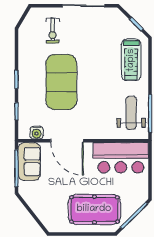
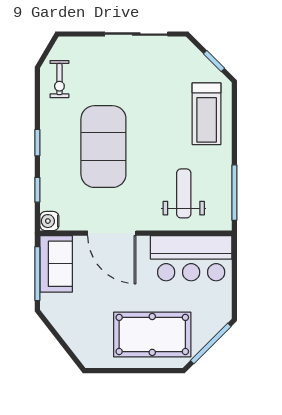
exercise bike: (53, 31) -> (59, 79), moved
weight bench: (131, 113) -> (184, 193), moved
water cooler: (37, 133) -> (49, 221), moved, turned 90

